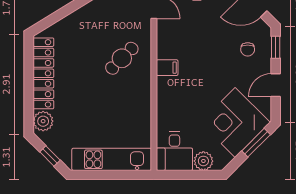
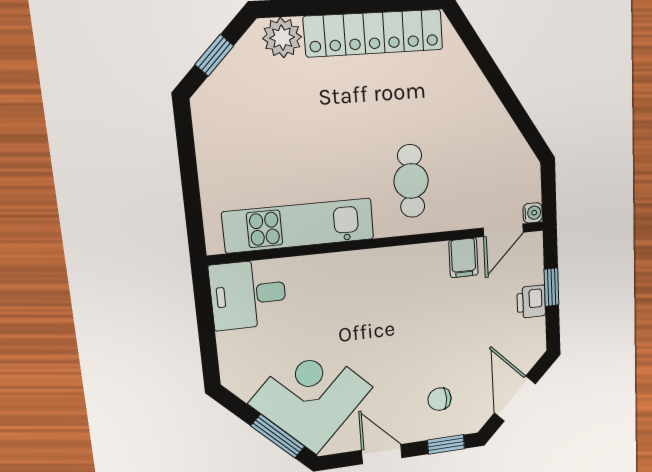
cafe table: (122, 58) -> (411, 181), turned 45
filing cabinet: (167, 68) -> (463, 258), moved
kitchen unit: (112, 159) -> (299, 226), moved, turned -90
plant: (203, 161) -> (235, 349), removed

